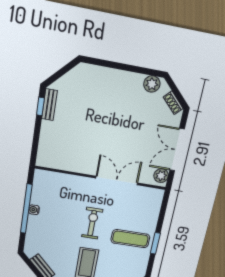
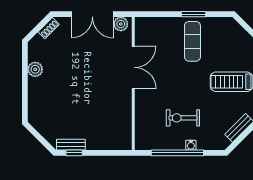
plant: (152, 84) -> (35, 69), moved
double door: (117, 181) -> (133, 67), swing flipped
water cooler: (34, 210) -> (191, 145), moved
exercise bike: (92, 223) -> (183, 118), moved

